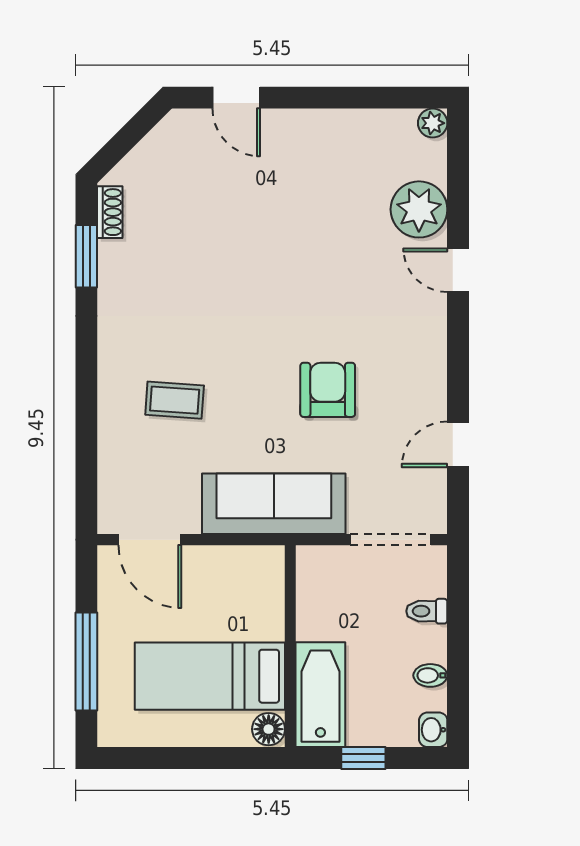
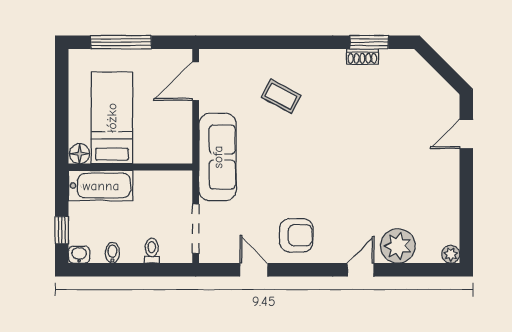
shoe rack: (110, 212) -> (362, 57), moved
armchair: (328, 390) -> (296, 235), moved
coffee table: (175, 400) -> (281, 96), turned -66
window: (363, 758) -> (62, 230), moved

